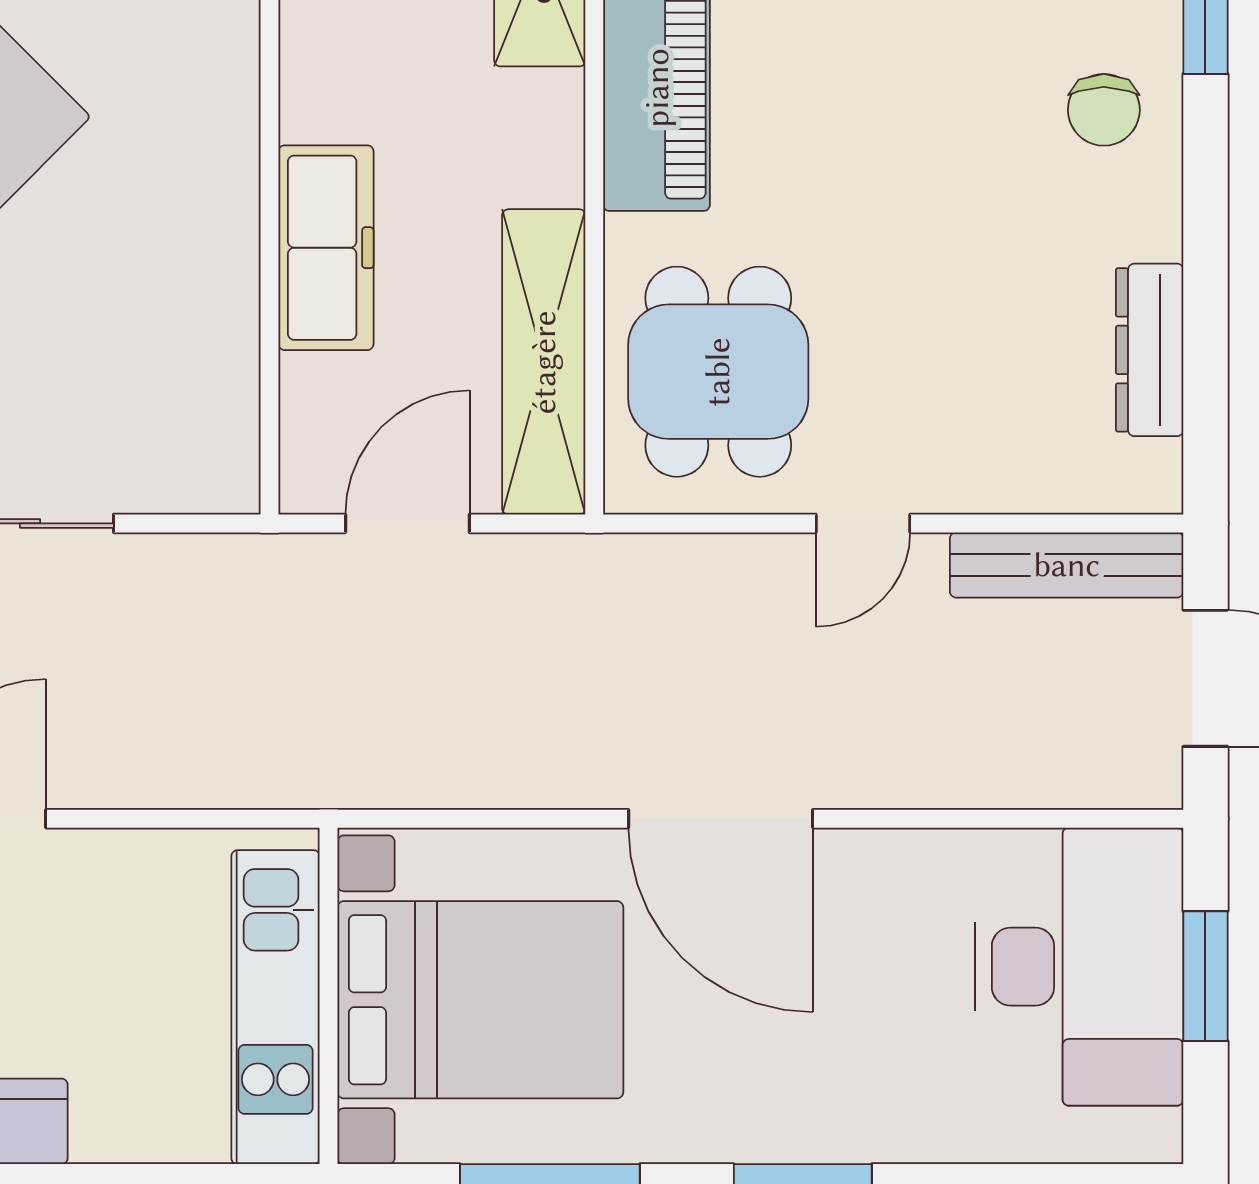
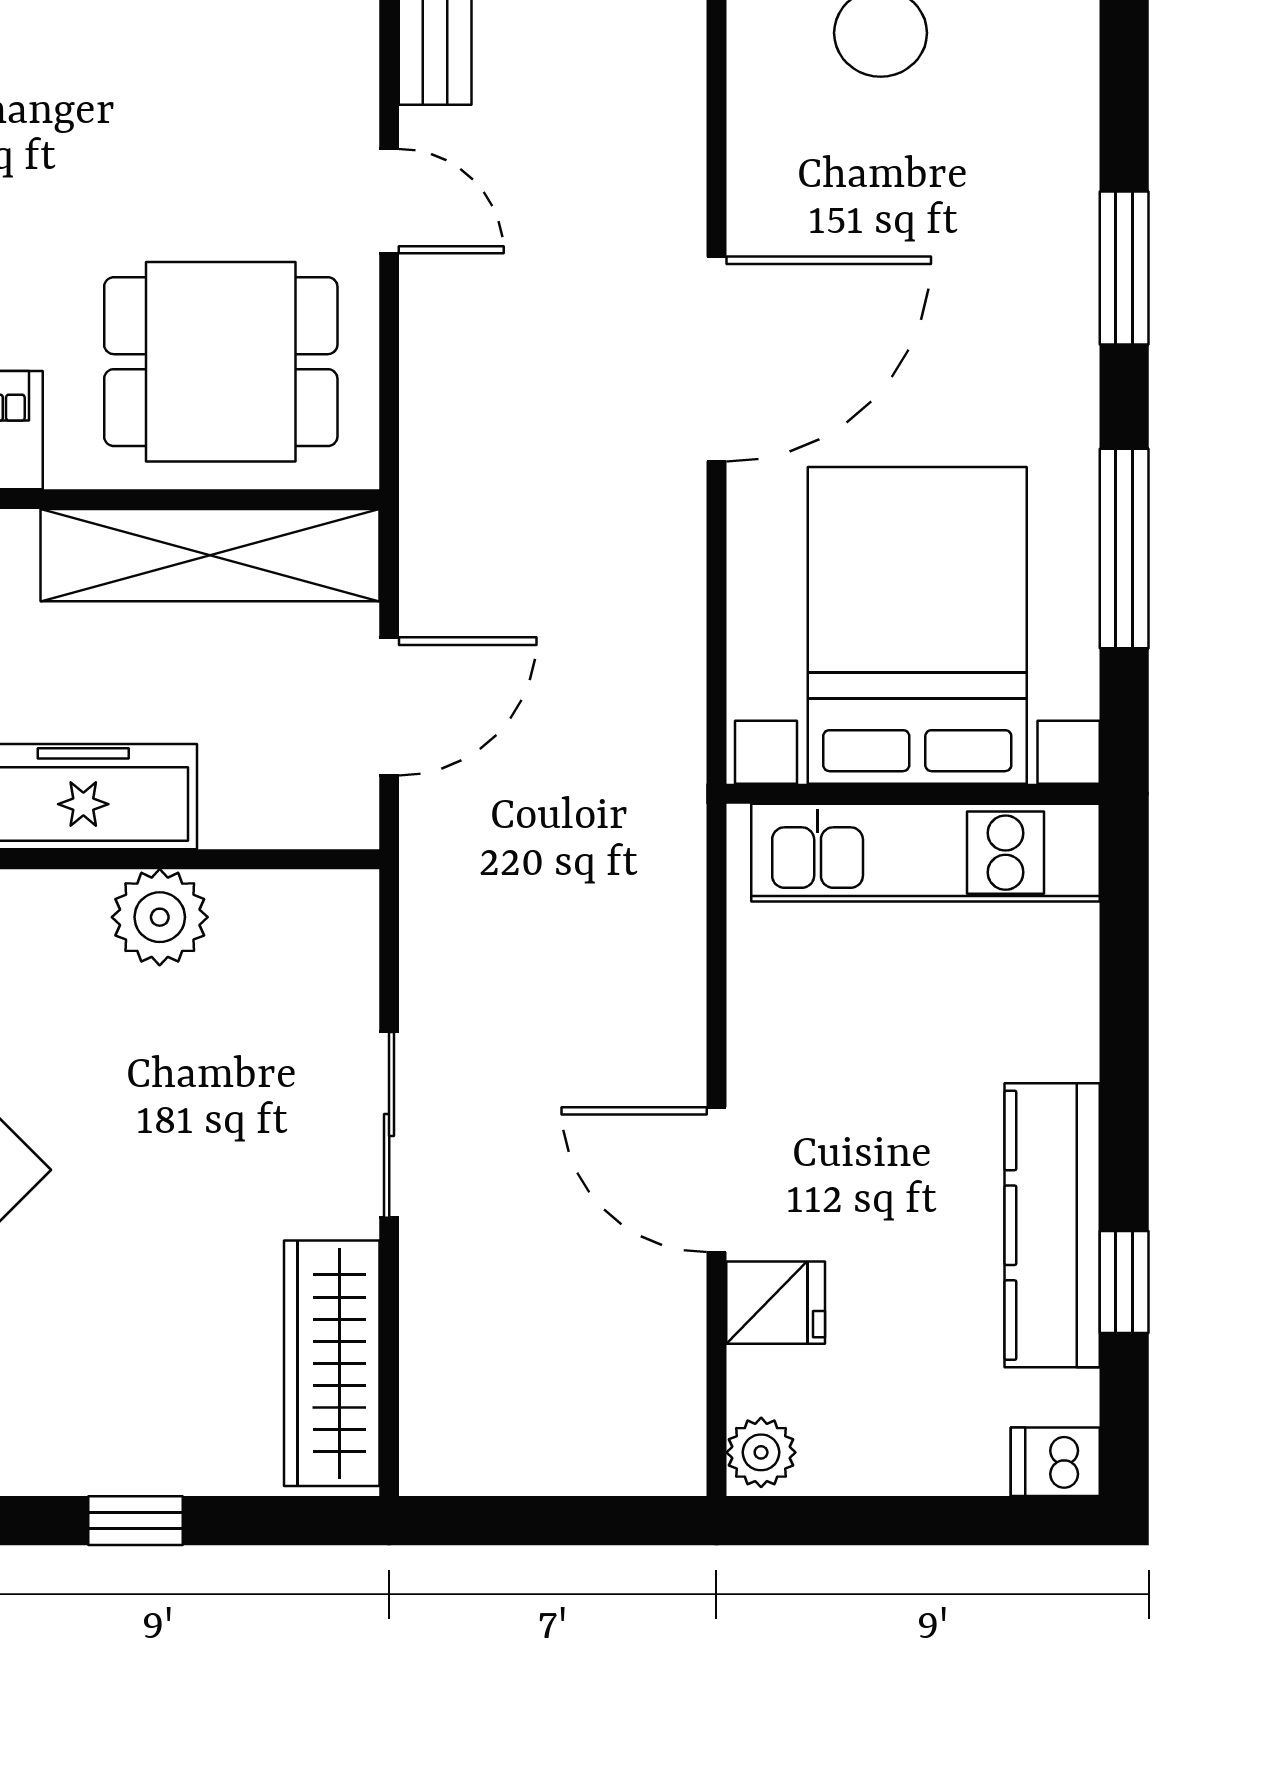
plant: (217, 317) -> (160, 917), added
door: (407, 523) -> (389, 706), swing flipped

